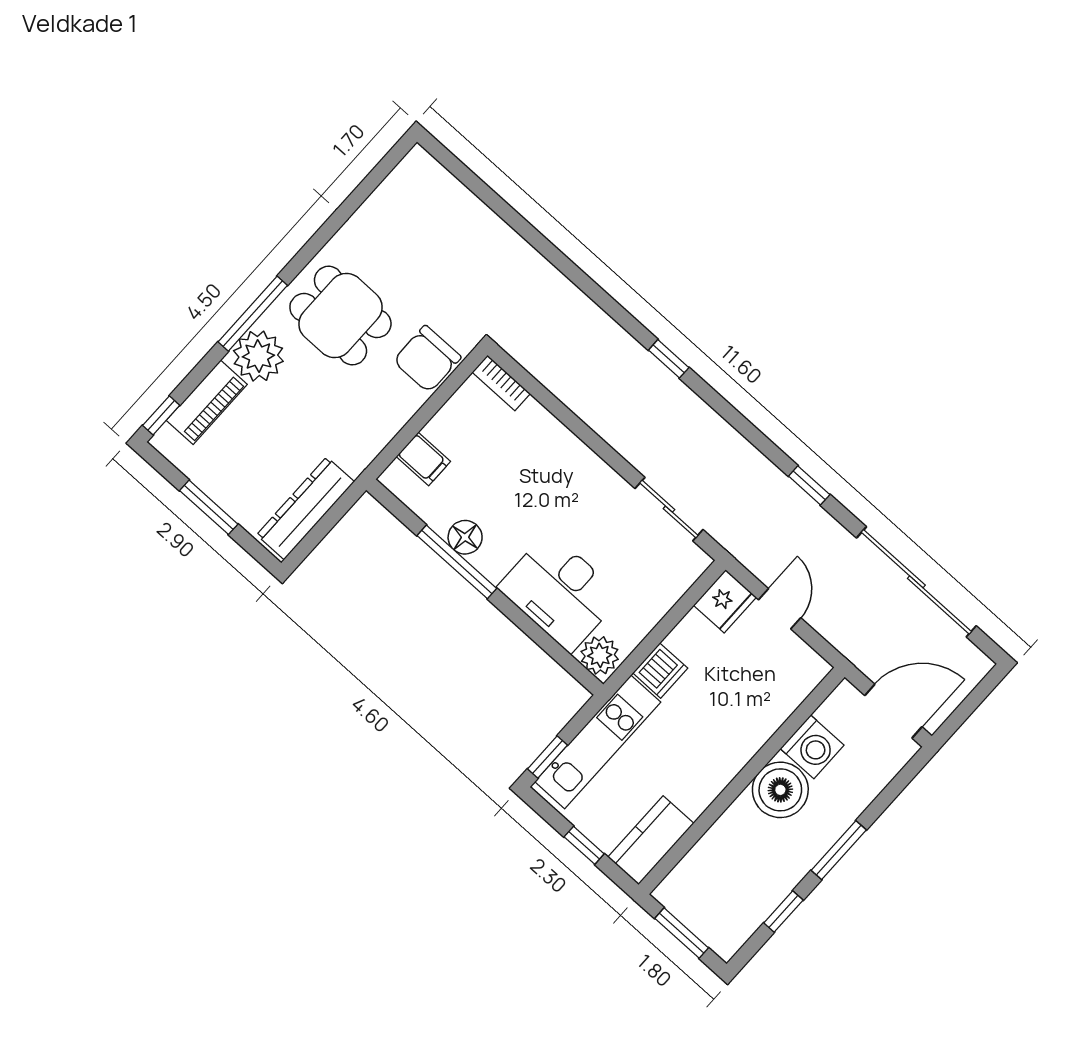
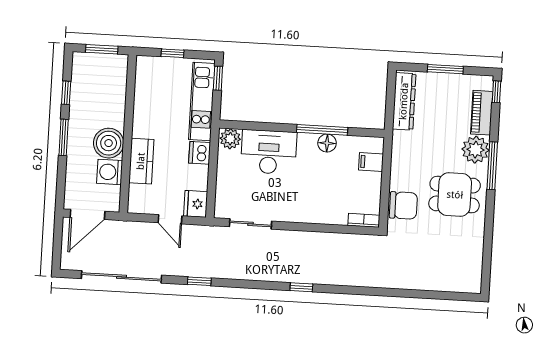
chair: (427, 359) -> (403, 205), turned 90
kitchen counter: (651, 840) -> (141, 161), moved

